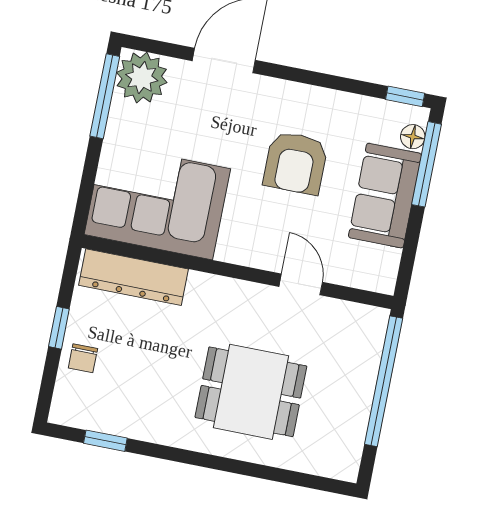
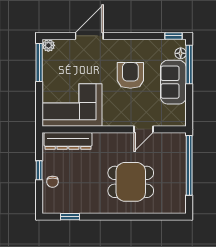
plant: (142, 78) -> (48, 45), width x0.53, depth x0.53
armchair: (296, 163) -> (130, 75), turned 180
door: (301, 284) -> (143, 129), swing flipped

